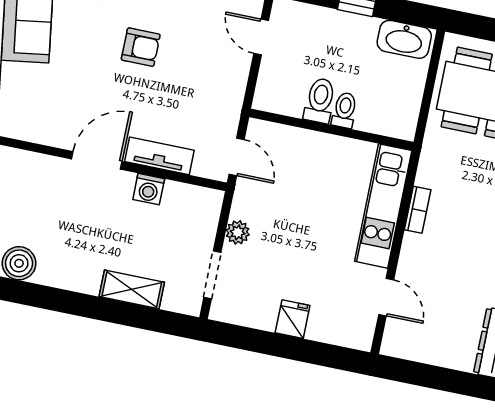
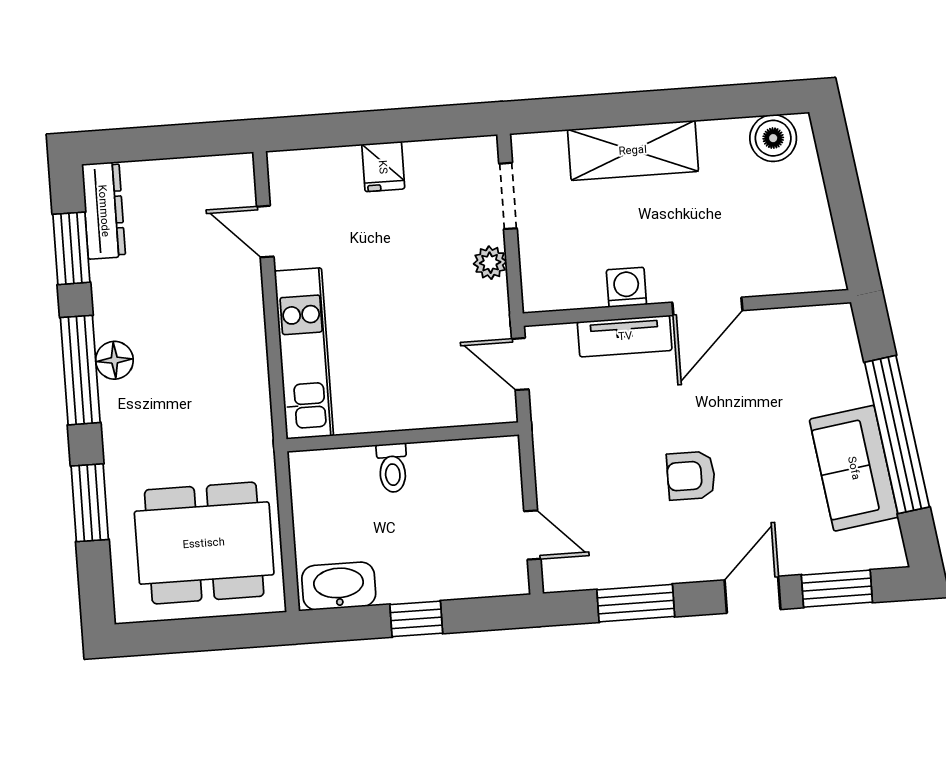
toilet: (320, 101) -> (429, 471), removed
bookcase: (418, 210) -> (256, 361), removed
shelving: (132, 289) -> (633, 150), width x1.50, depth x1.33

